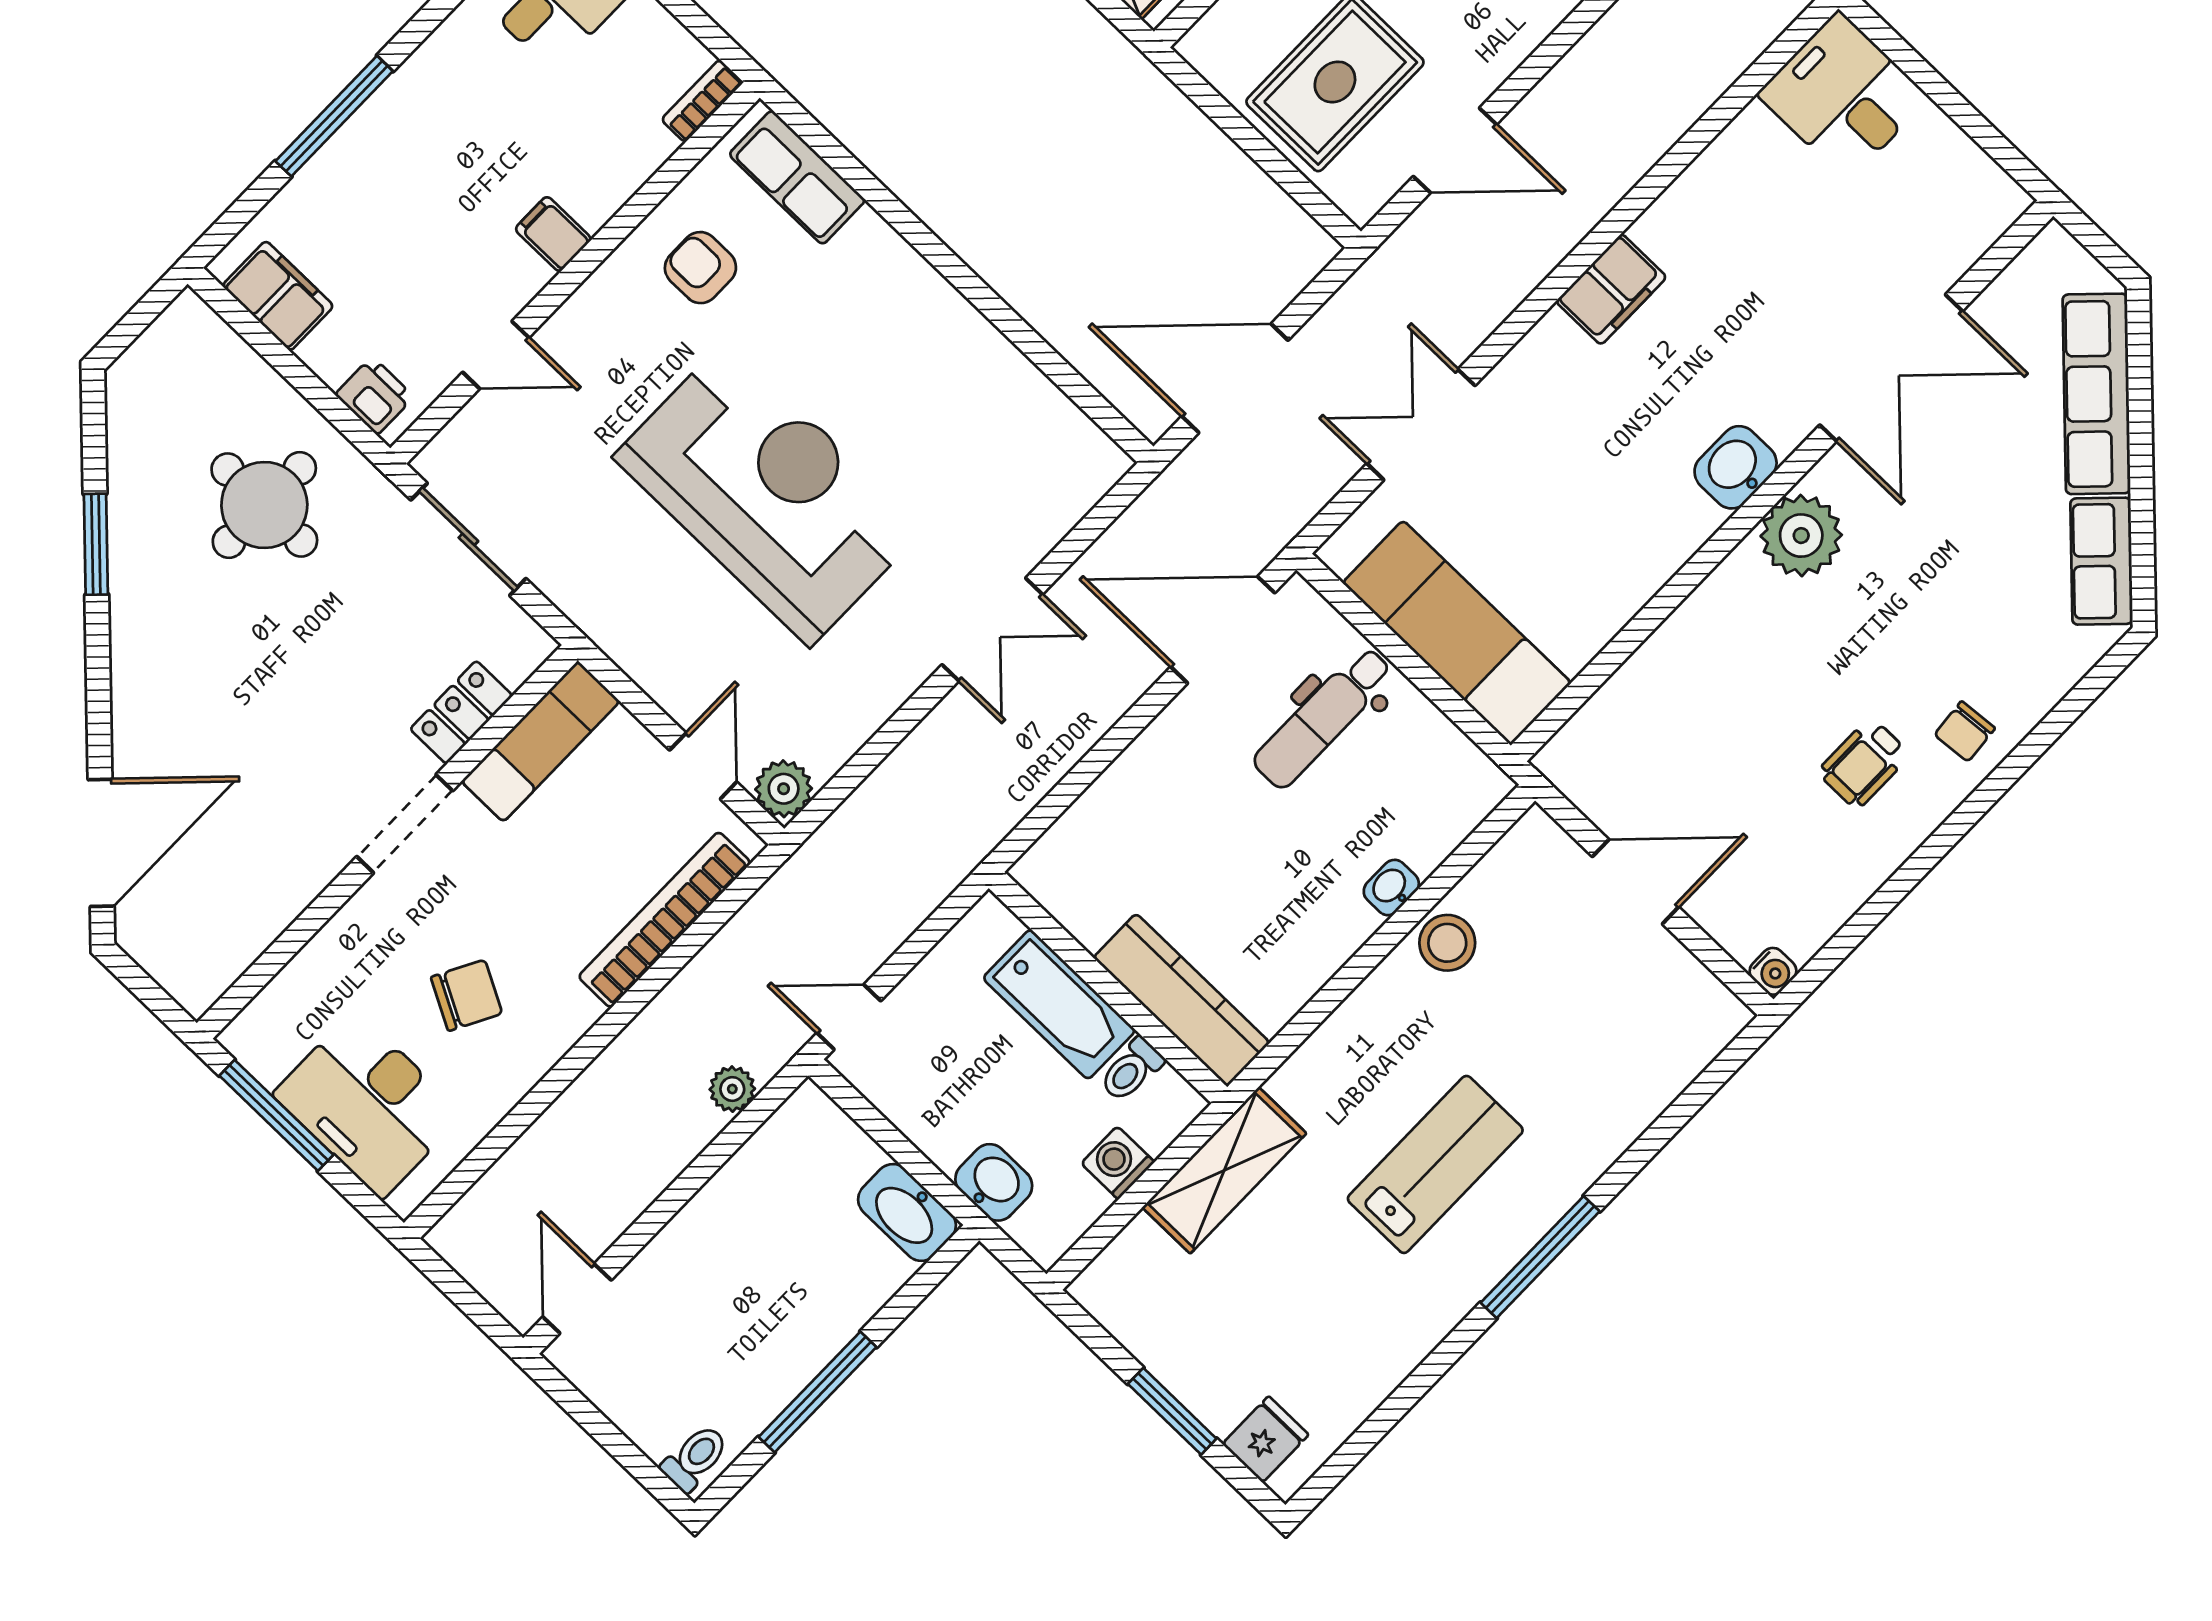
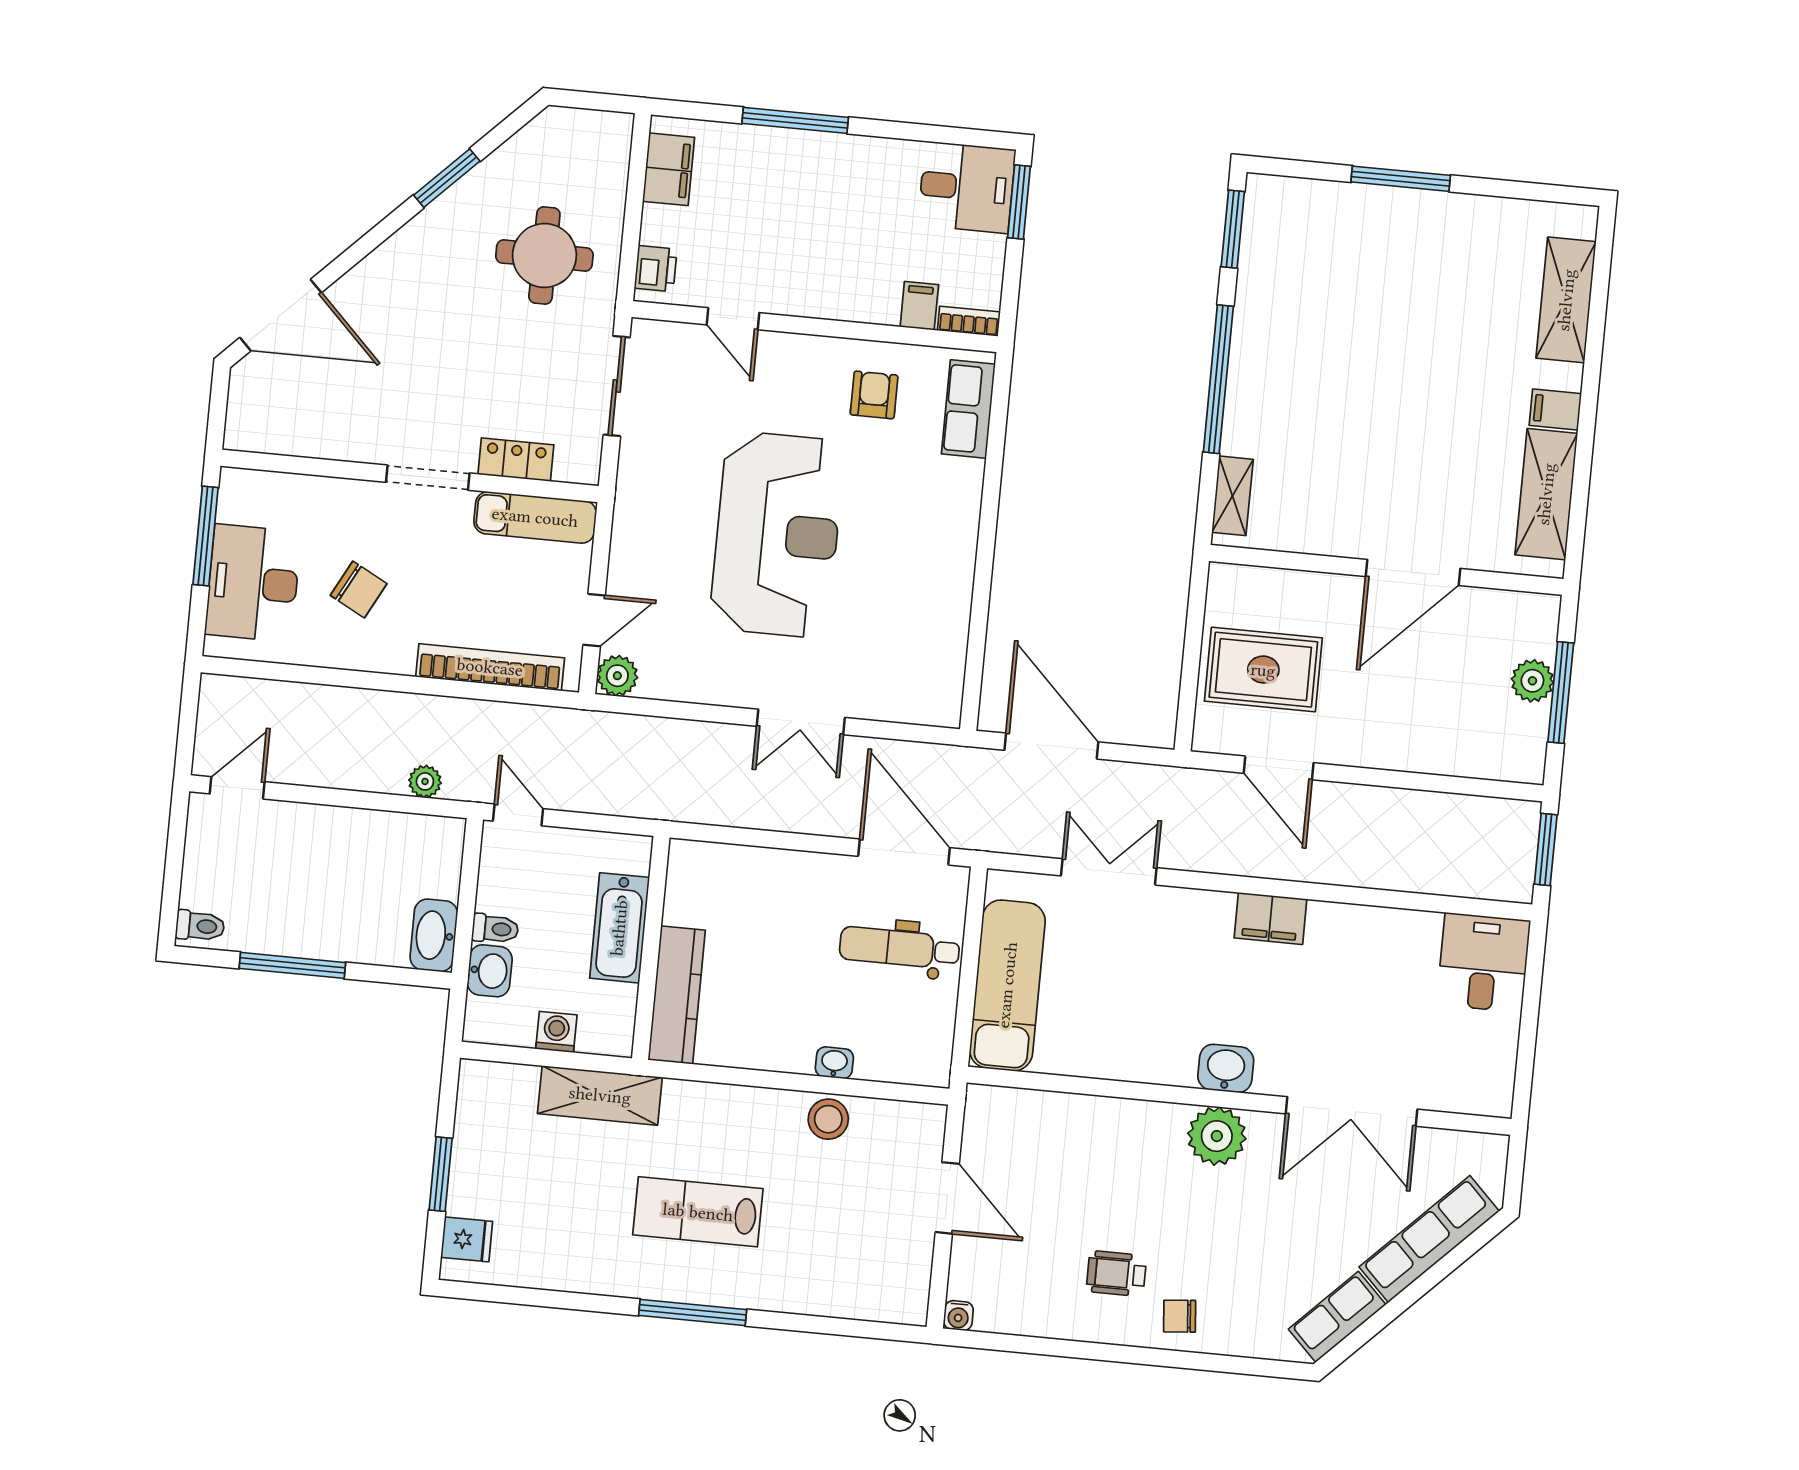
filing cabinet: (553, 234) -> (919, 306), moved
toilet: (1131, 1070) -> (495, 929), moved, turned 180
lab bench: (1435, 1164) -> (698, 1212), turned 180

